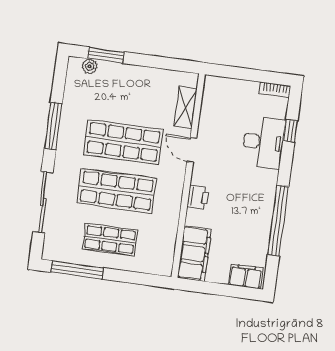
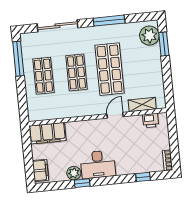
plant: (90, 66) -> (149, 36), width x1.87, depth x1.87
desk: (263, 142) -> (98, 164), moved
shop shelf: (117, 191) -> (76, 72), width x0.70, depth x0.74
printer: (198, 197) -> (151, 120), moved
window: (278, 221) -> (82, 183), width x0.32
plant: (261, 229) -> (74, 173), added

